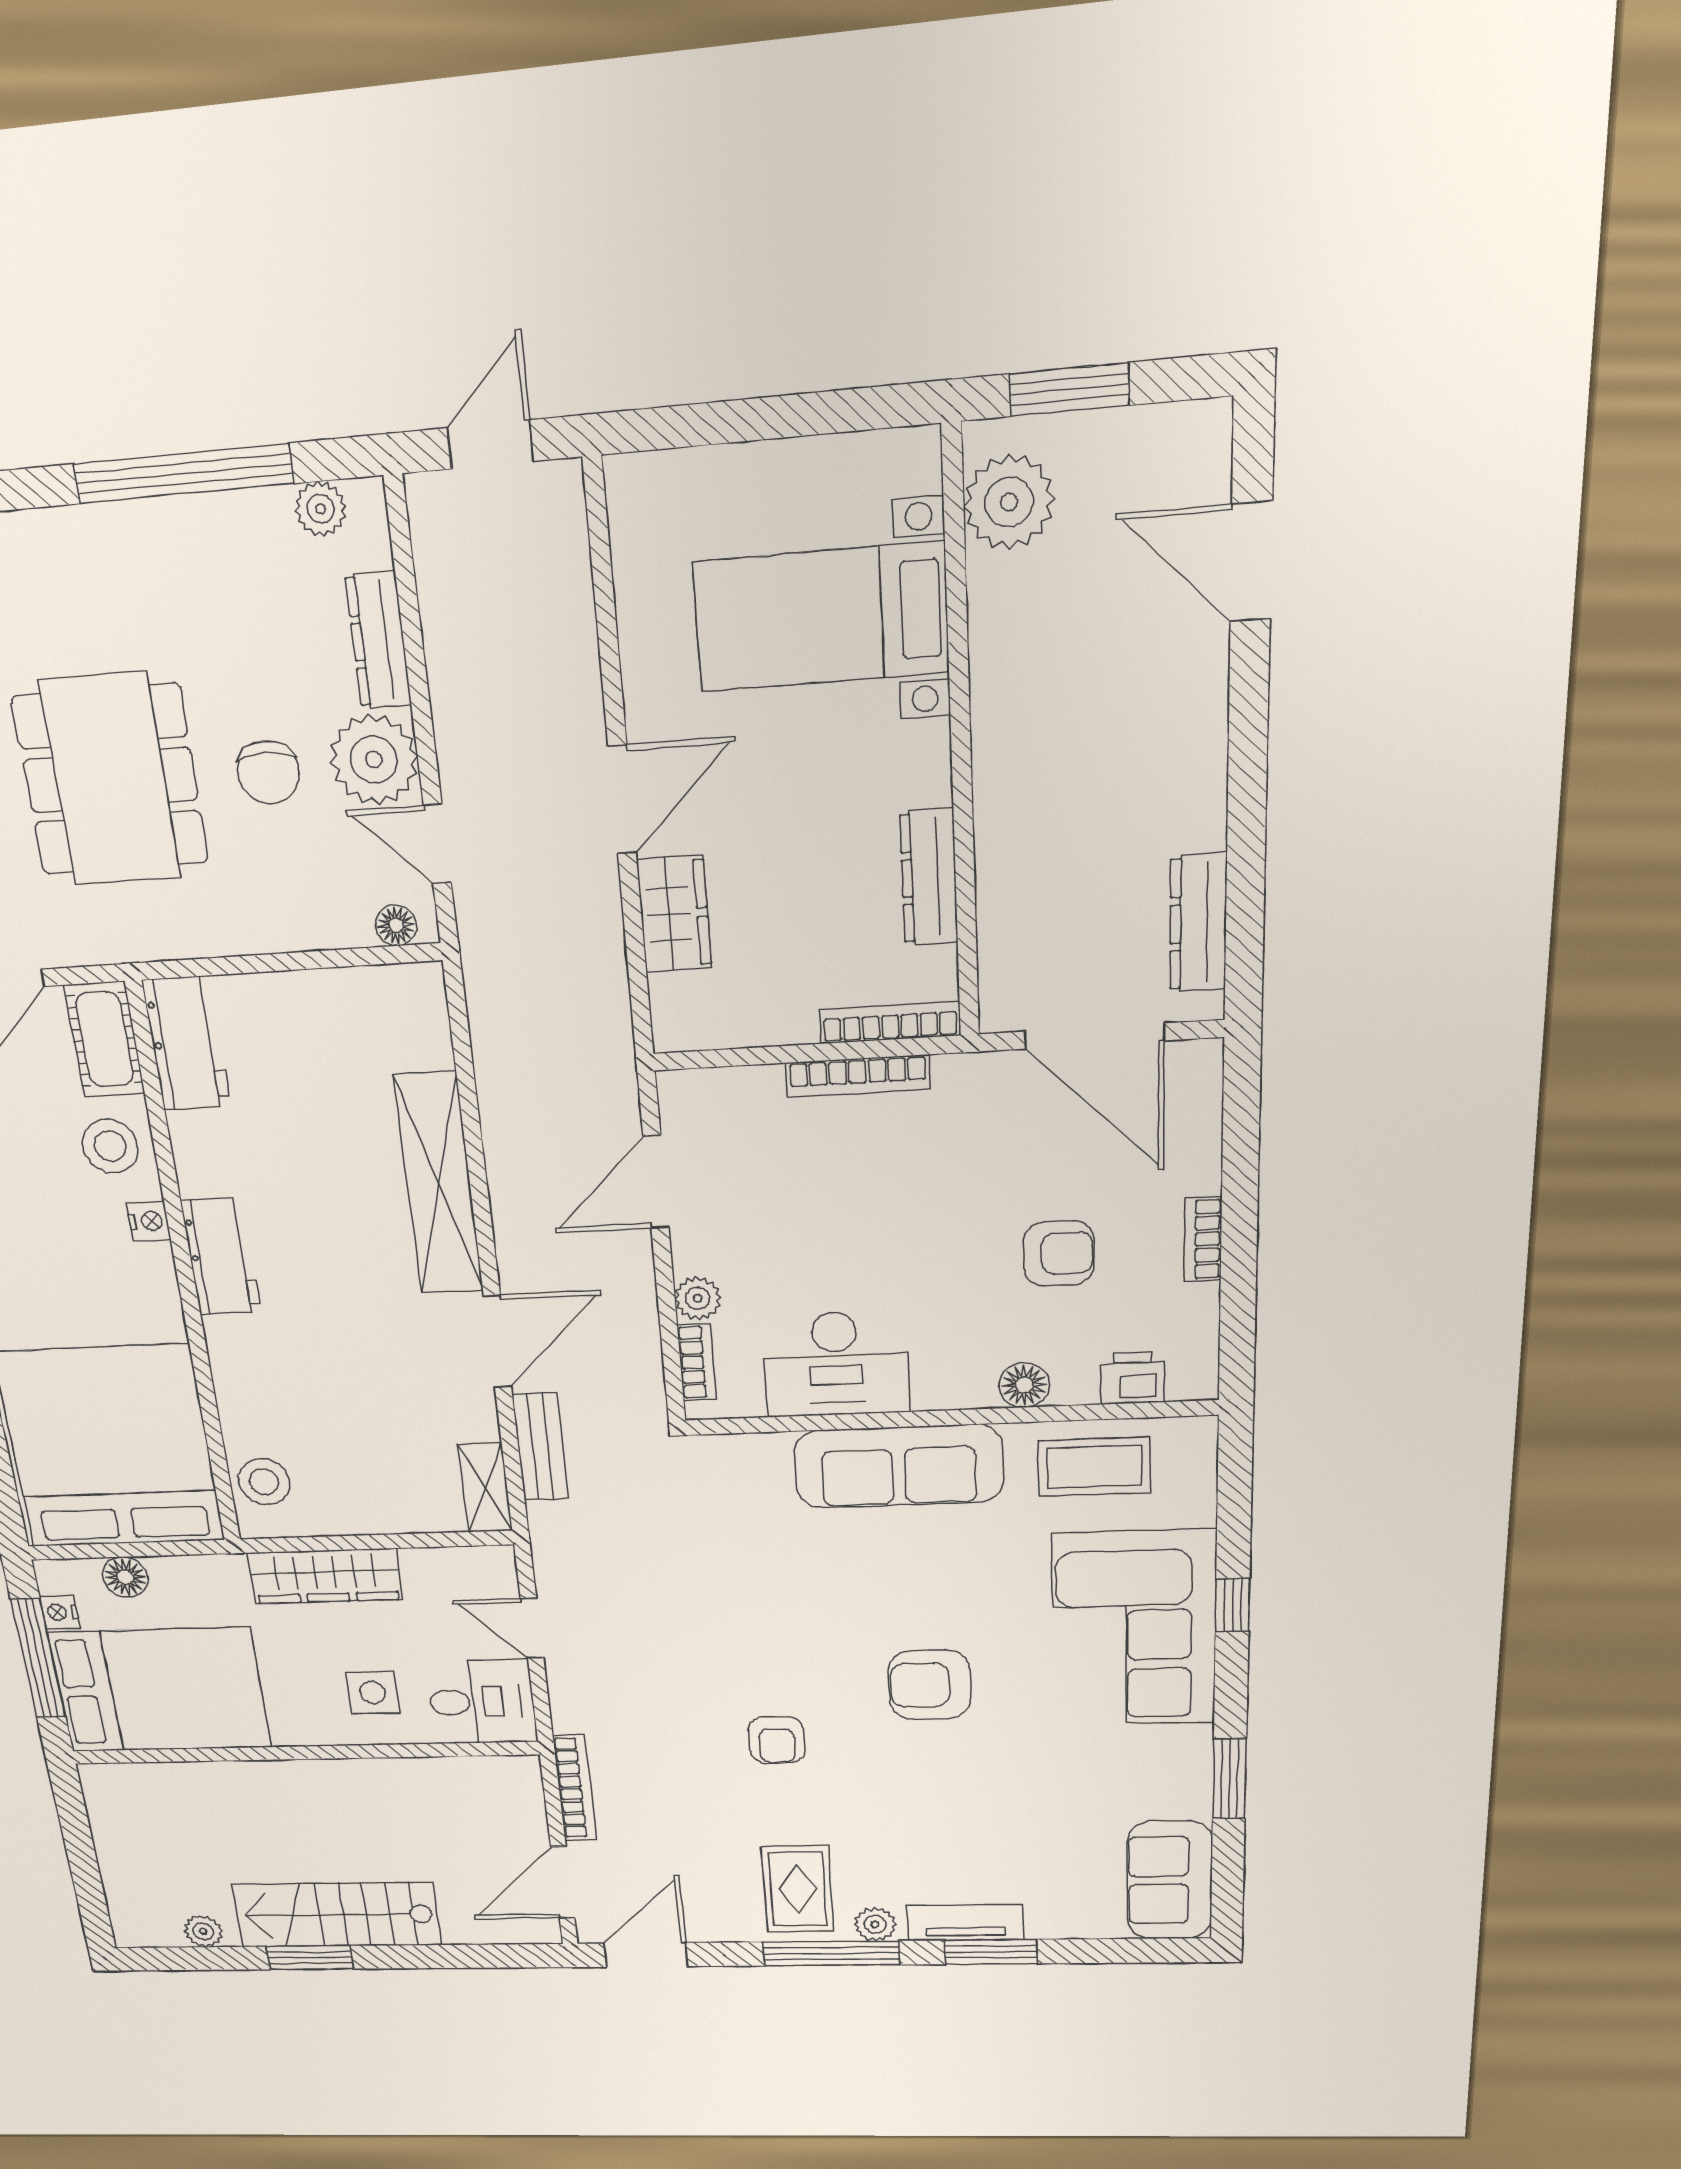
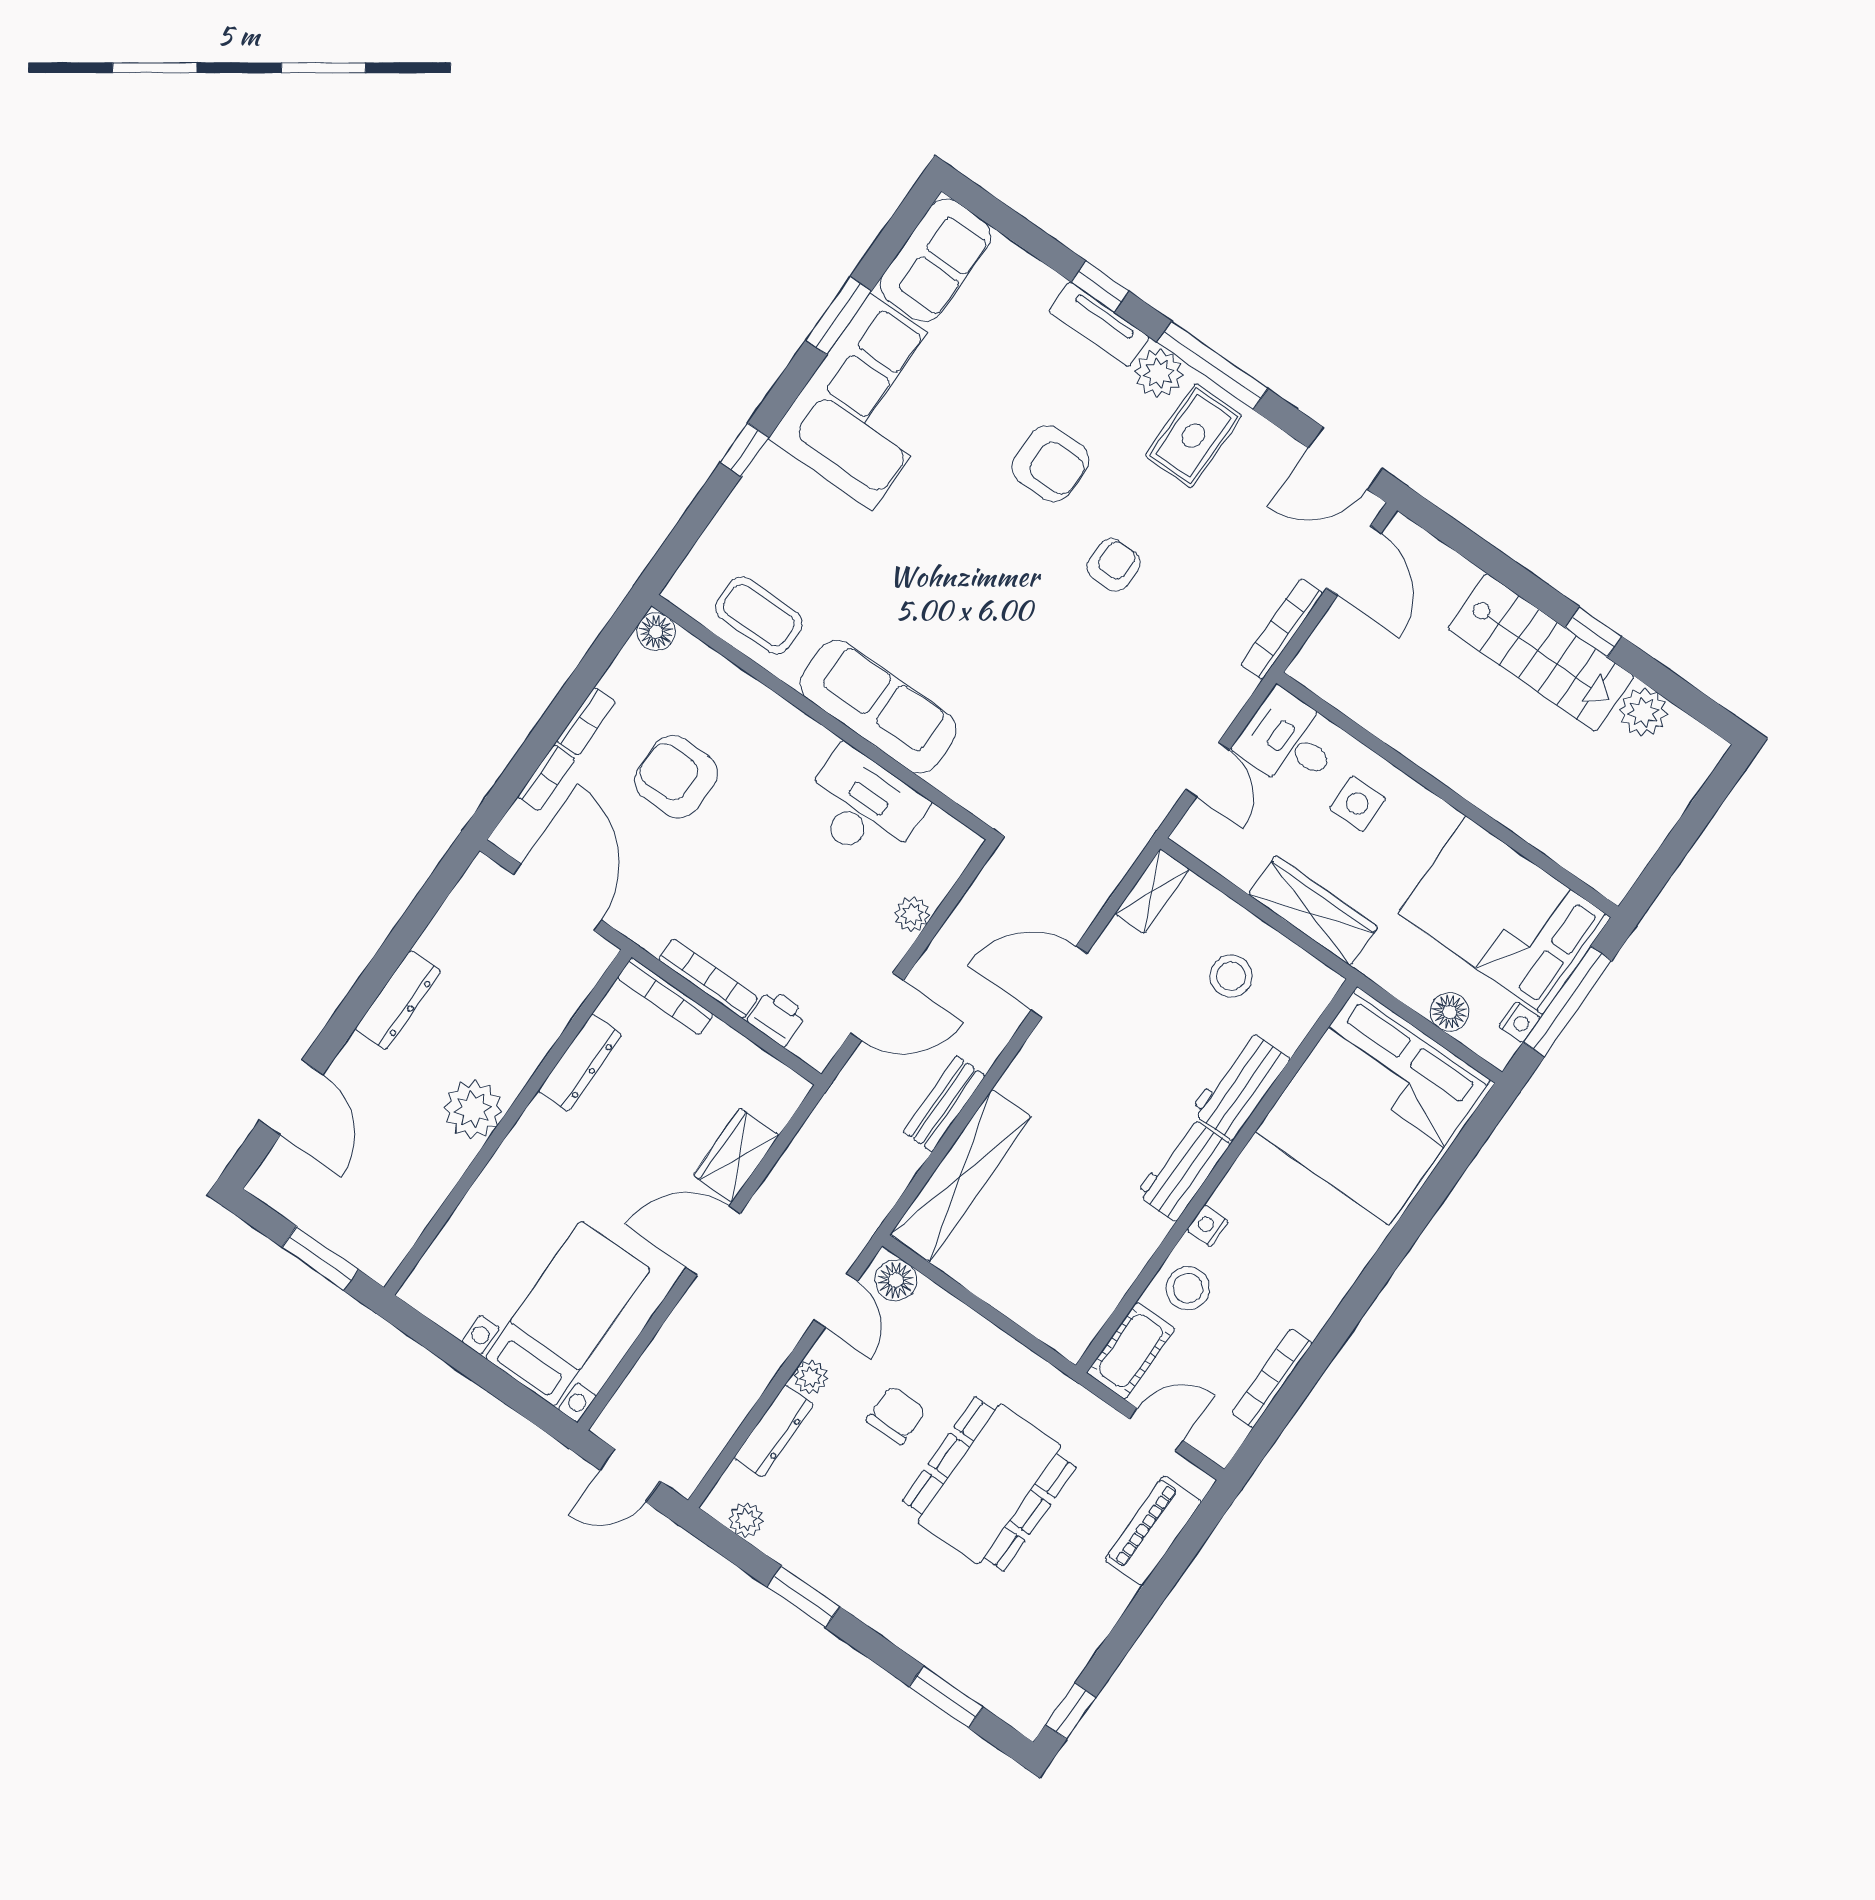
window: (183, 474) -> (803, 1597), width x0.47
plant: (1009, 502) -> (473, 1109), moved
bed with nightstands: (821, 617) -> (568, 1314), moved, turned -90
plant: (374, 760) -> (811, 1377), width x0.53, depth x0.53
dresser: (1198, 923) -> (398, 1000), moved
floor lamp: (396, 925) -> (896, 1280), width x1.37, depth x1.37
workbench: (187, 1043) -> (1240, 1085), moved
shelving: (439, 1184) -> (961, 1175), moved
armchair: (1059, 1253) -> (676, 777), width x1.38, depth x1.38
bookcase: (697, 1362) -> (546, 778), moved, turned 180
printer: (1132, 1378) -> (777, 1017), moved, turned 180
floor lamp: (1024, 1385) -> (656, 632), moved
bench: (540, 1447) -> (944, 1104), moved
stool: (264, 1482) -> (1231, 976), moved
corner sofa: (1134, 1629) -> (871, 402), moved
armchair: (930, 1685) -> (1050, 464), moved
door: (563, 1882) -> (1354, 560), hinge flipped
plant: (875, 1924) -> (1159, 373), width x1.38, depth x1.38
plant: (203, 1931) -> (1643, 712), width x1.38, depth x1.38
window: (991, 1952) -> (1100, 287), width x0.67
window: (310, 1958) -> (1593, 632), width x0.67

